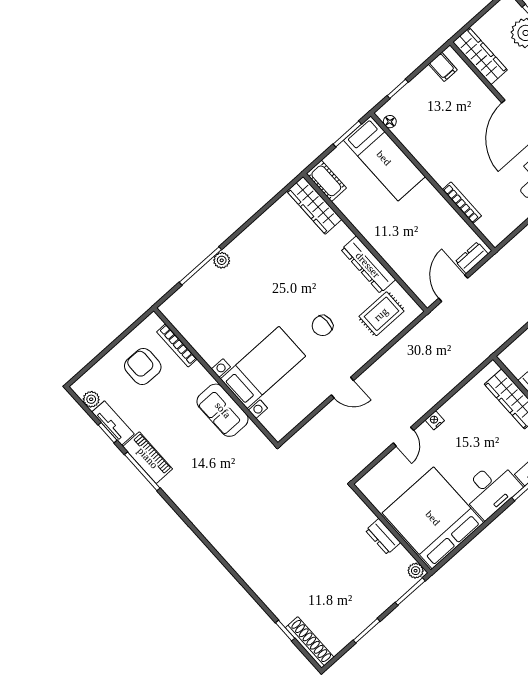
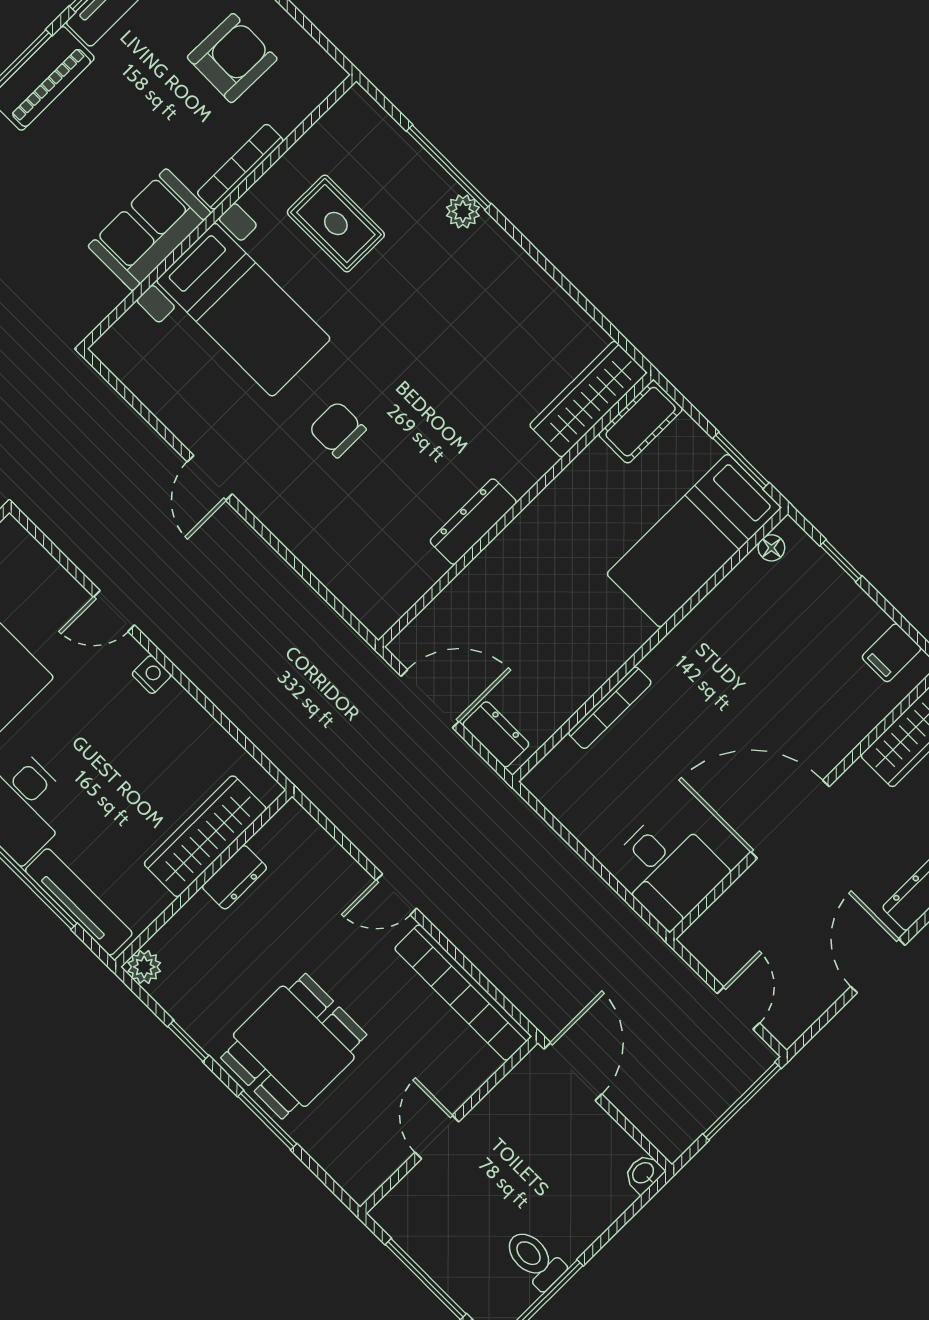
dresser: (368, 265) -> (473, 522), width x0.73, depth x0.80
rug: (381, 314) -> (336, 223), moved
bookcase: (177, 345) -> (240, 167), moved

